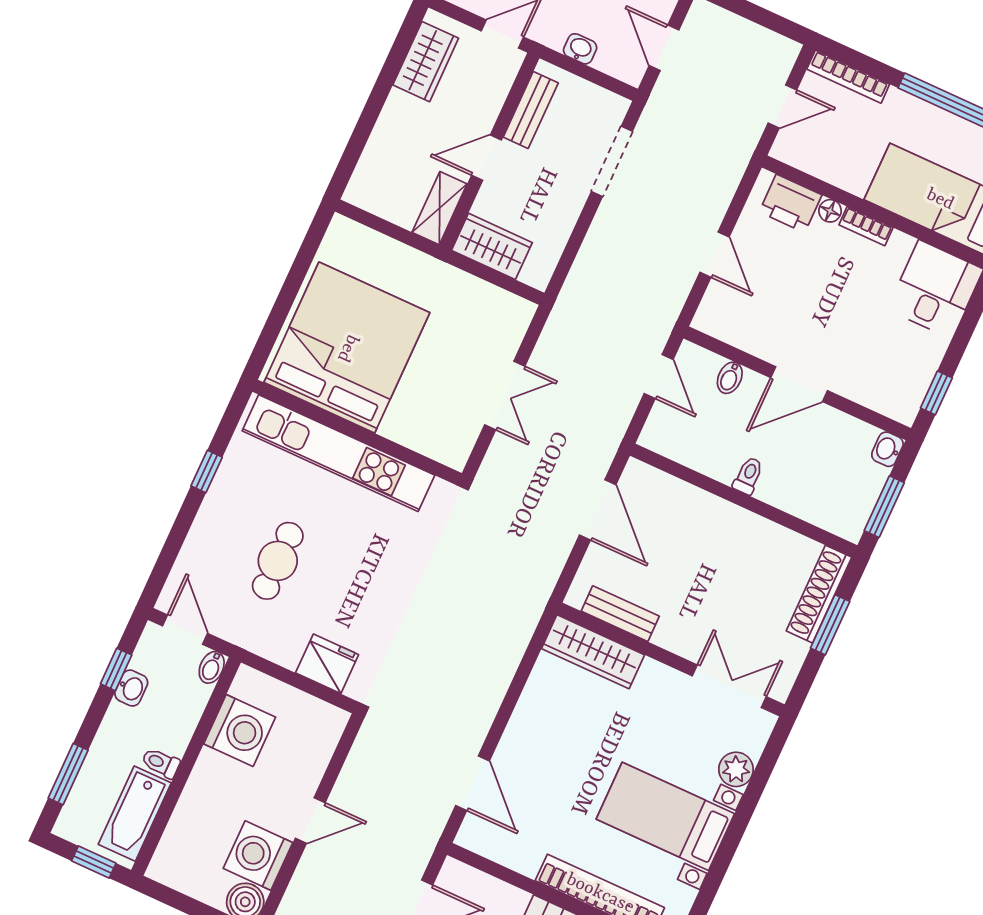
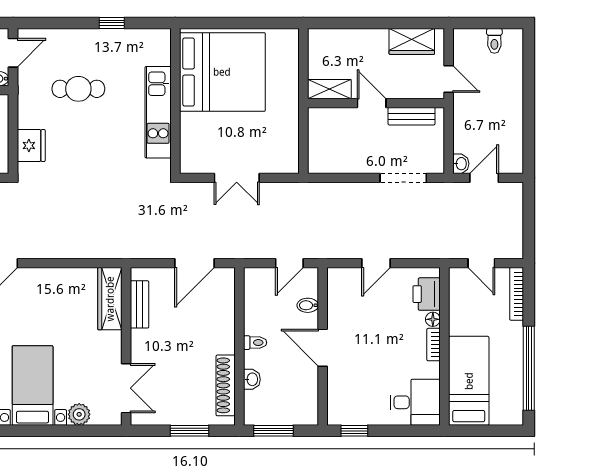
washbasin: (580, 49) -> (461, 164), moved
wardrobe: (492, 246) -> (321, 130), removed
washbasin: (887, 449) -> (252, 379), moved, turned 90
kitchen unit: (338, 453) -> (158, 112), width x0.73
shoe rack: (819, 594) -> (226, 385), moved, turned -90

